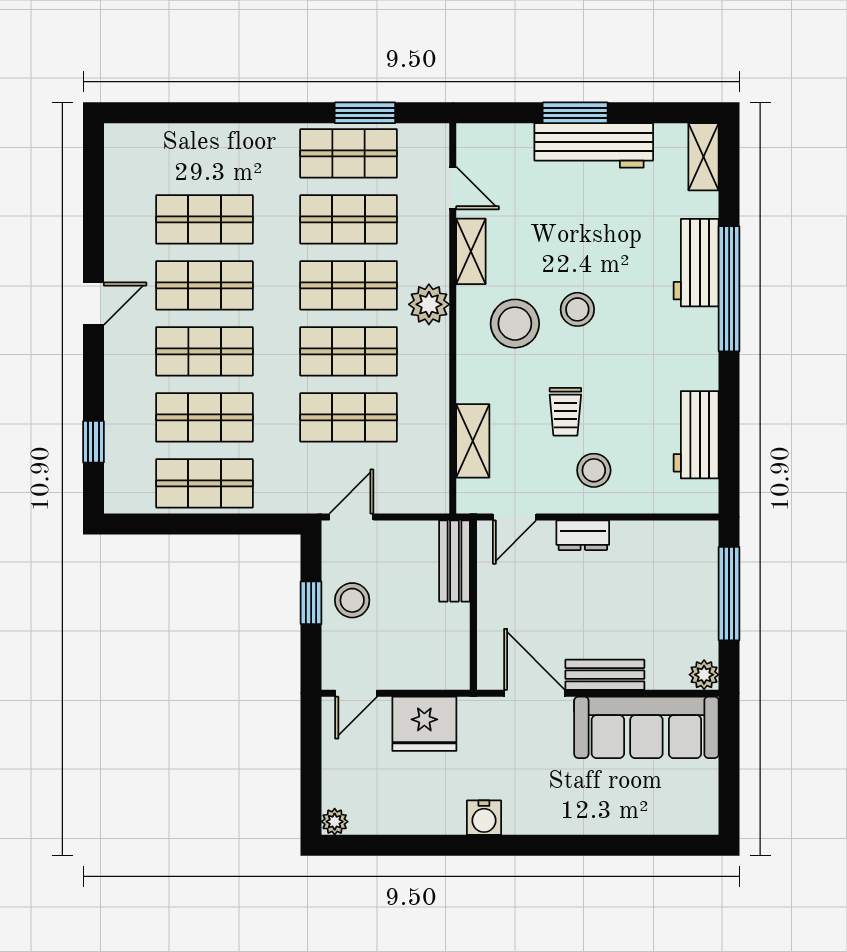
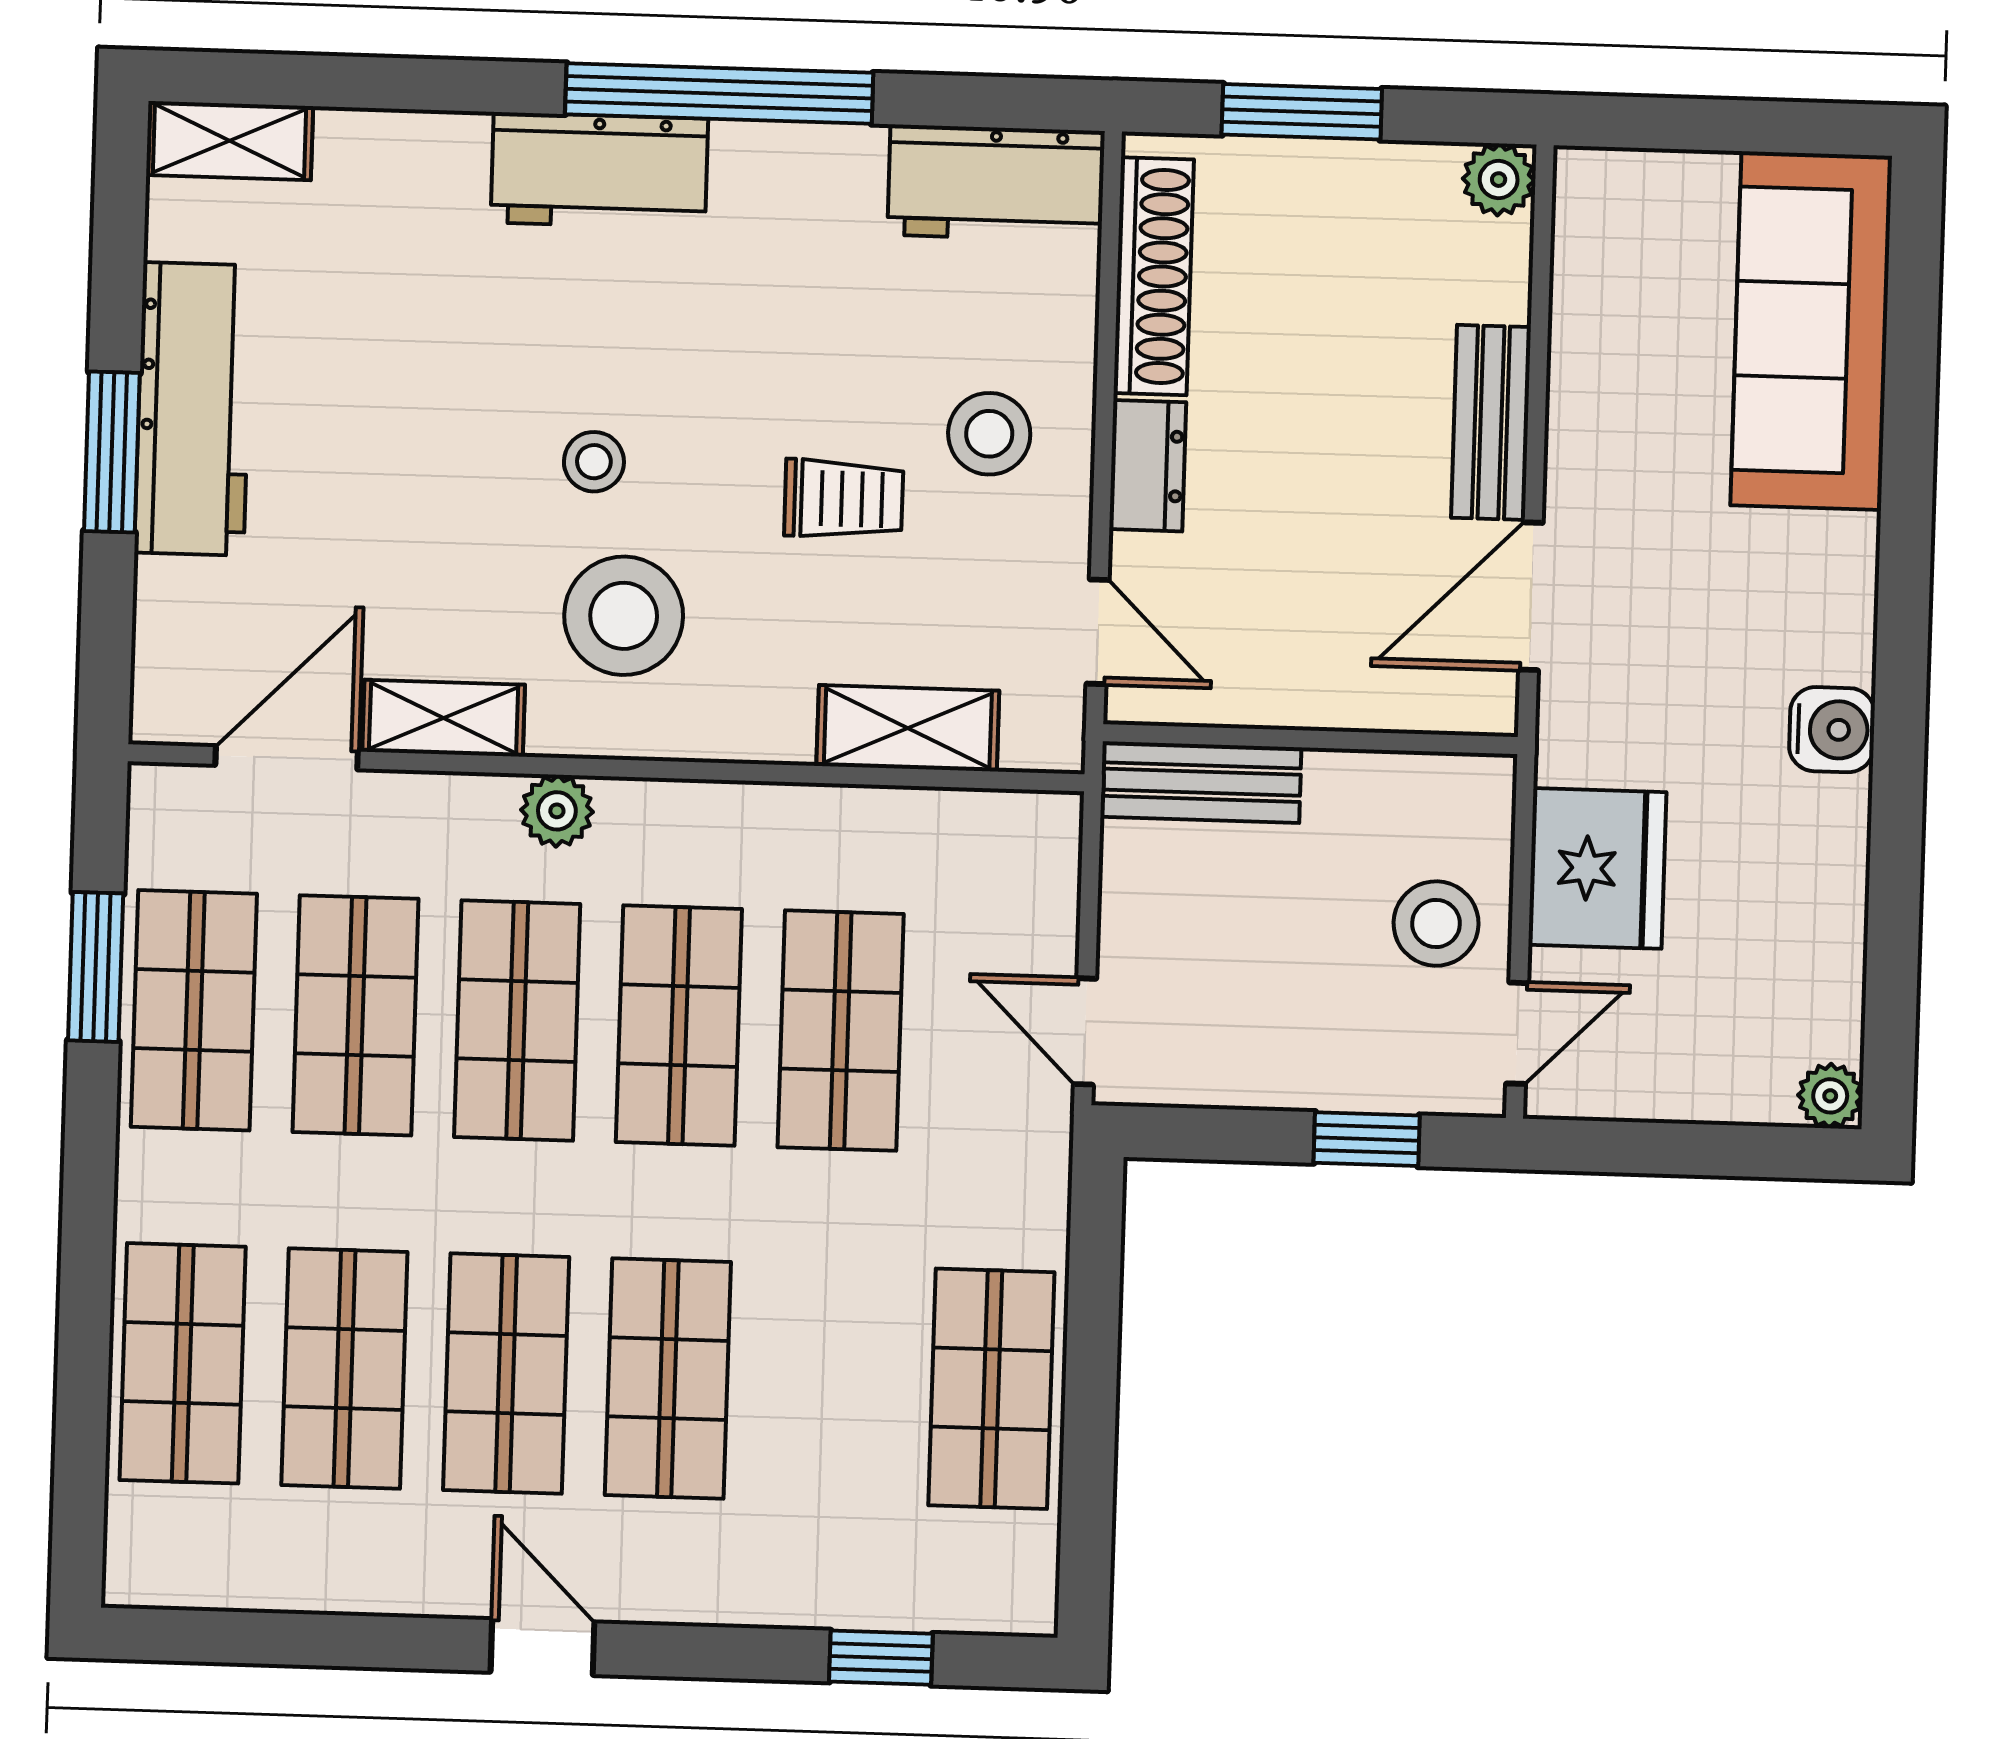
door: (453, 188) -> (287, 758), width x1.38
workbench: (696, 263) -> (599, 171), moved
window: (729, 289) -> (719, 93), moved
plant: (429, 304) -> (557, 811), width x0.73, depth x0.73
stool: (577, 309) -> (594, 462), width x0.73, depth x0.73
shop shelf: (204, 417) -> (183, 1363), moved
workbench: (696, 435) -> (996, 183), moved
shoe rack: (660, 535) -> (1154, 276), added
window: (729, 594) -> (1302, 112), width x0.69
stool: (352, 600) -> (1436, 924), moved
window: (311, 603) -> (1367, 1139), moved
door: (356, 693) -> (1517, 1033), hinge flipped
sofa: (646, 727) -> (1811, 331), moved, turned 180

